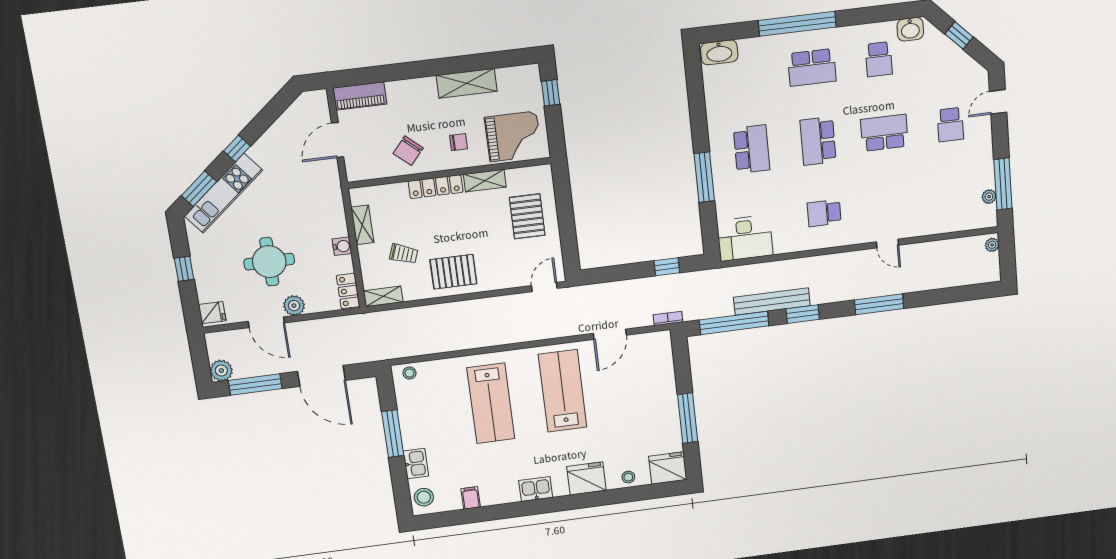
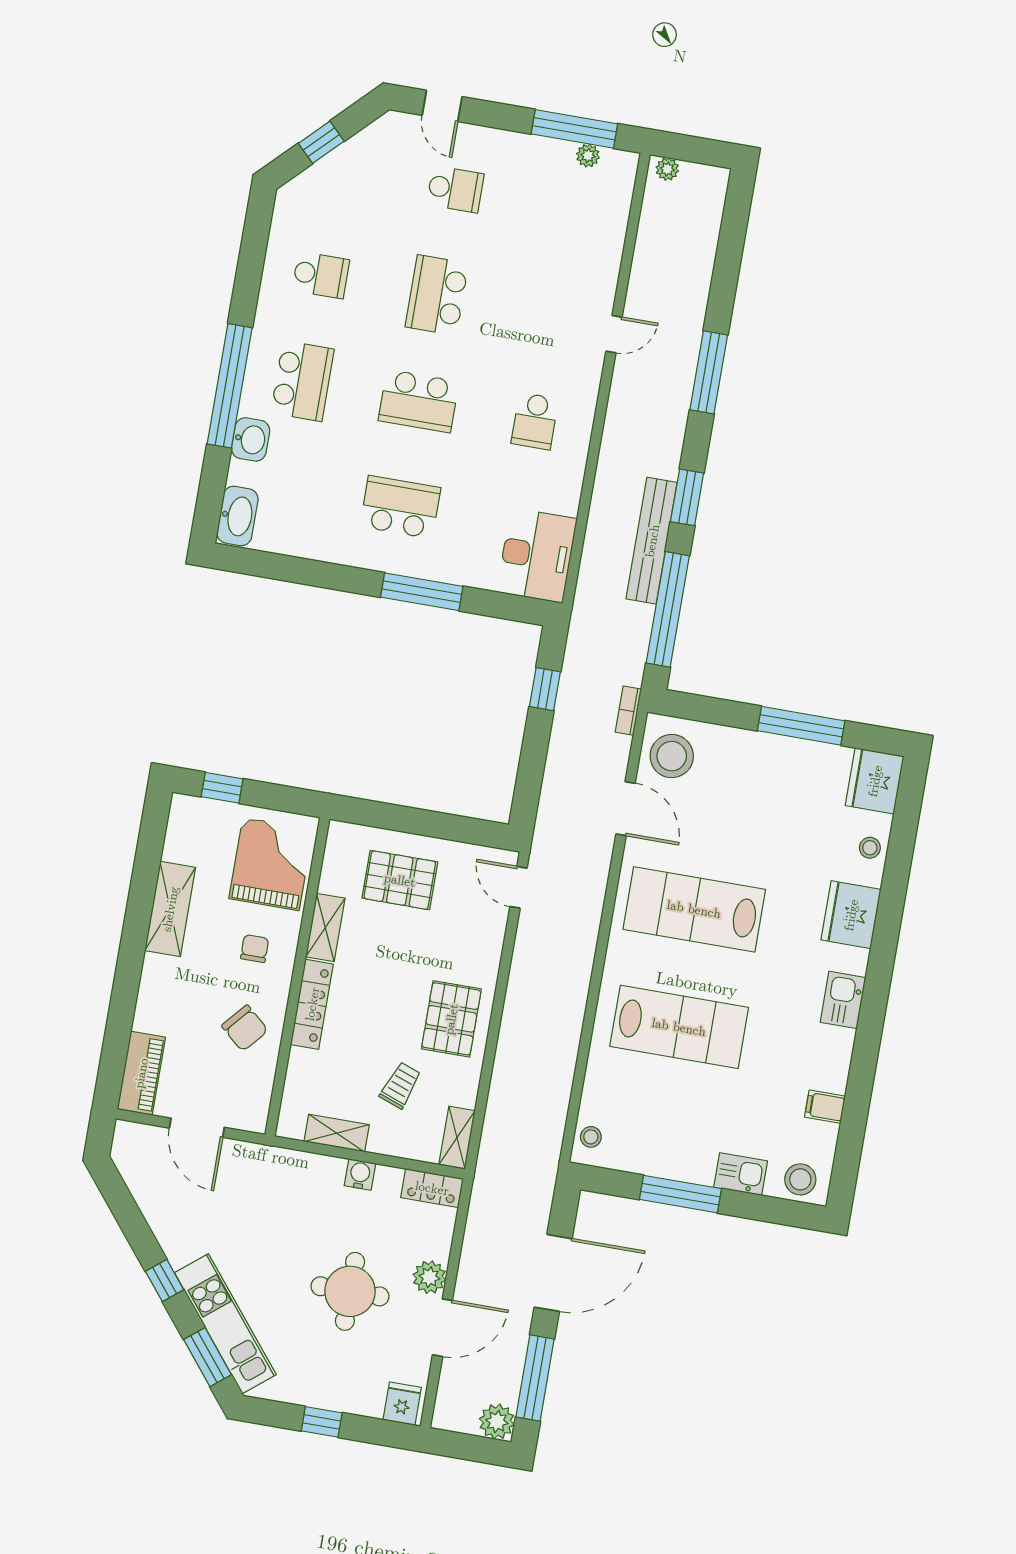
washbasin: (910, 29) -> (251, 439), moved
stool: (649, 351) -> (672, 756), added

